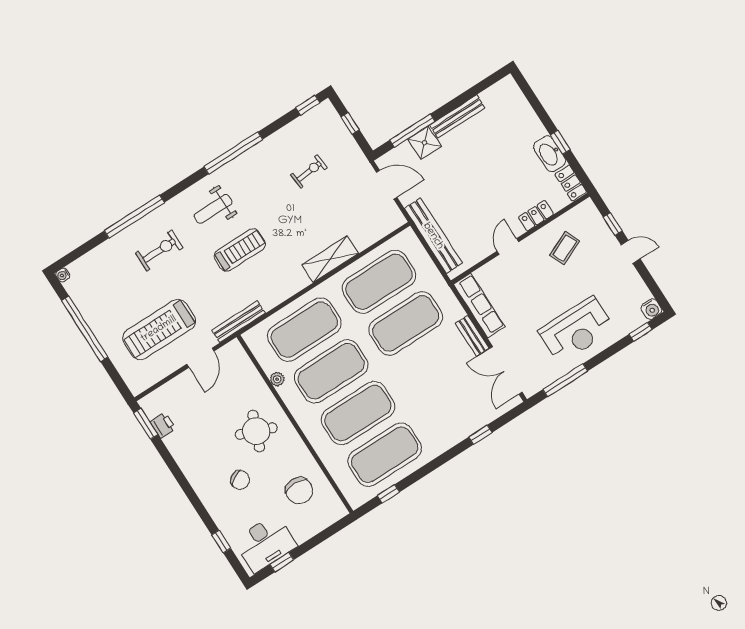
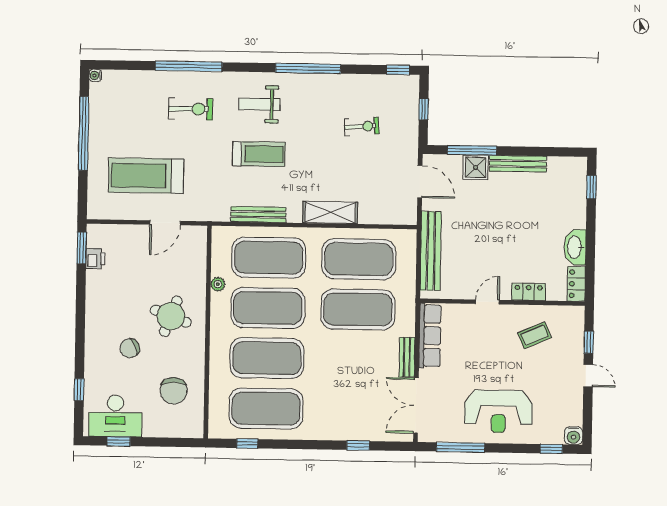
window: (560, 142) -> (591, 187), moved
bench: (239, 322) -> (258, 214), moved
chair: (240, 480) -> (130, 348), turned 95

